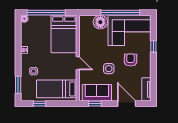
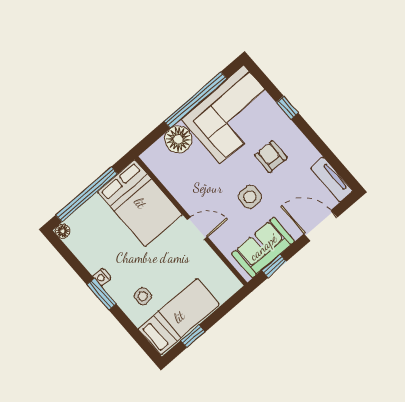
window: (18, 85) -> (101, 294), moved
bed: (57, 89) -> (179, 317), moved, turned 180

